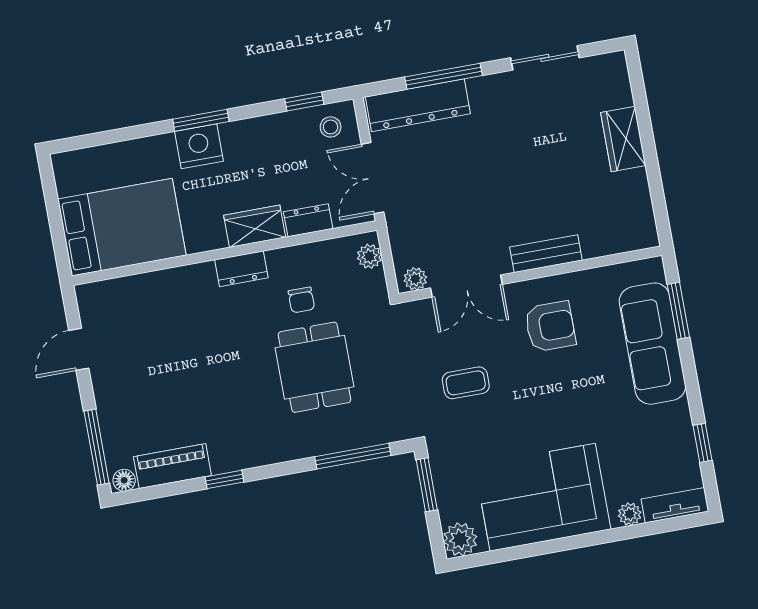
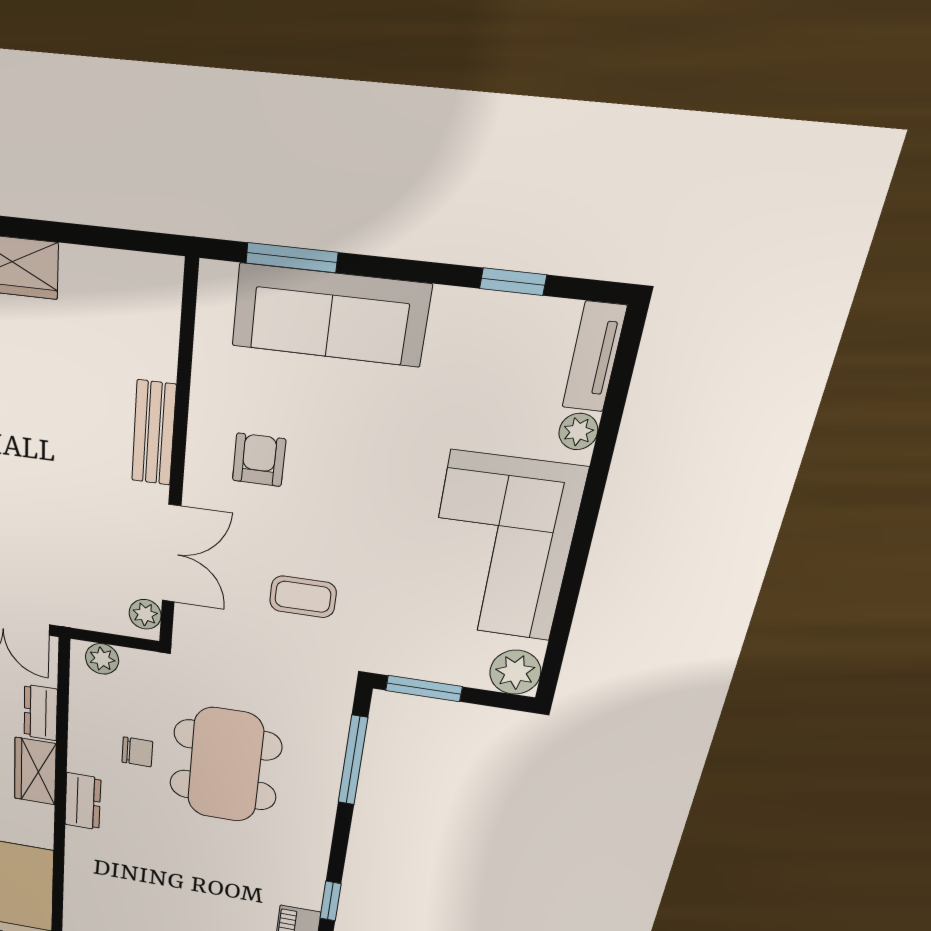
armchair: (550, 326) -> (259, 460), width x0.72, depth x0.72
dining table: (314, 367) -> (225, 765), width x1.38
coffee table: (466, 383) -> (303, 597), turned 90

